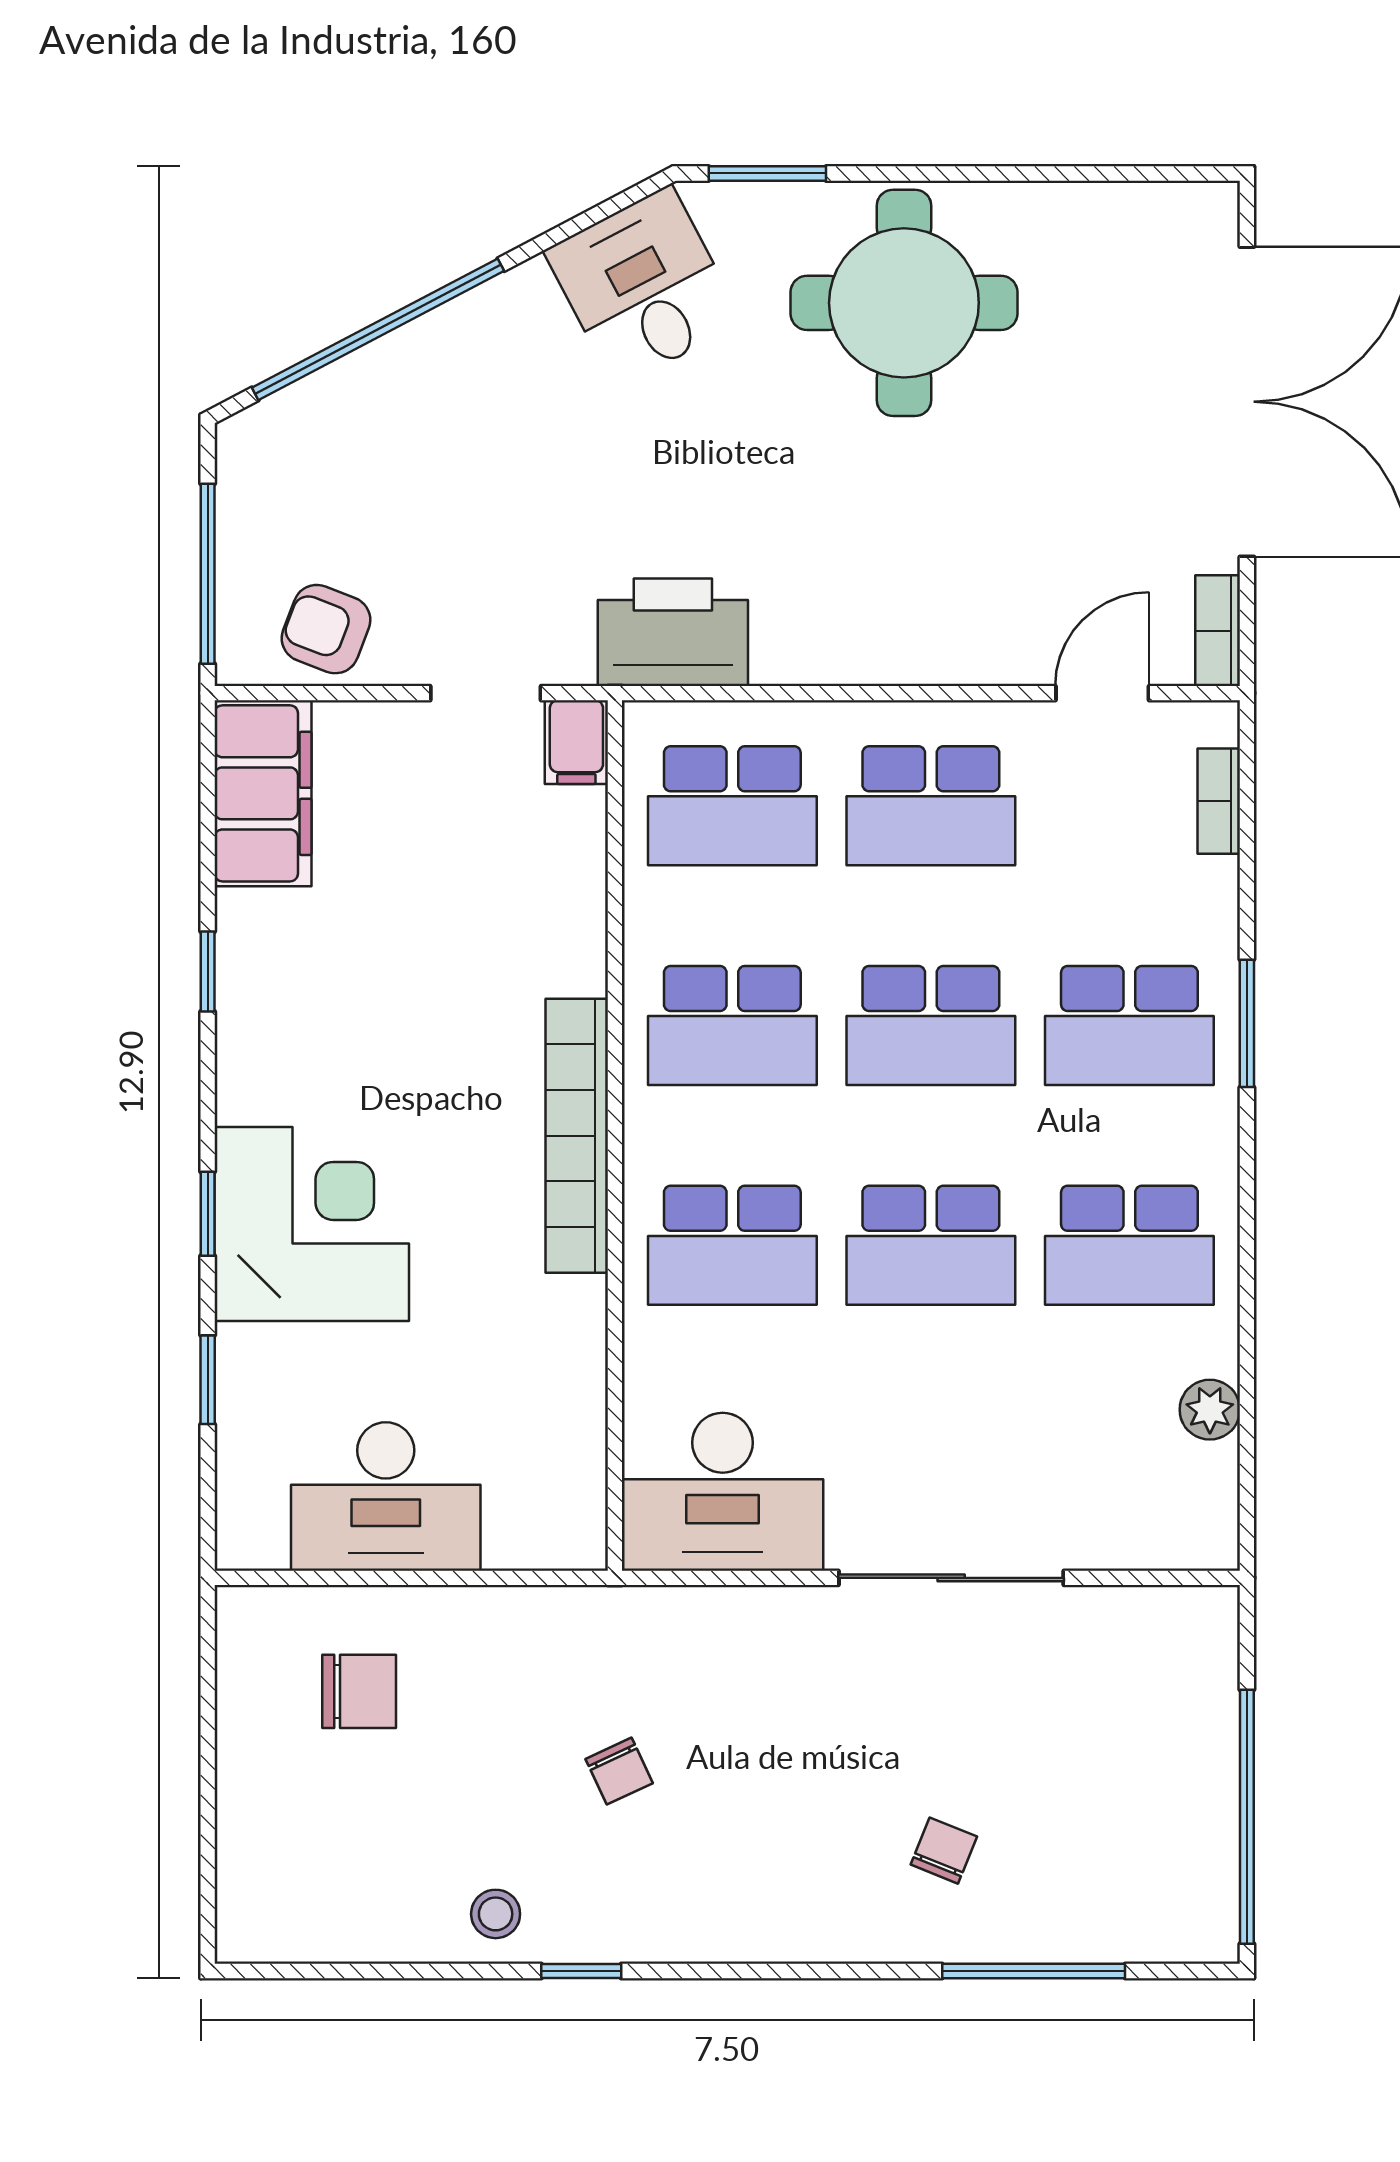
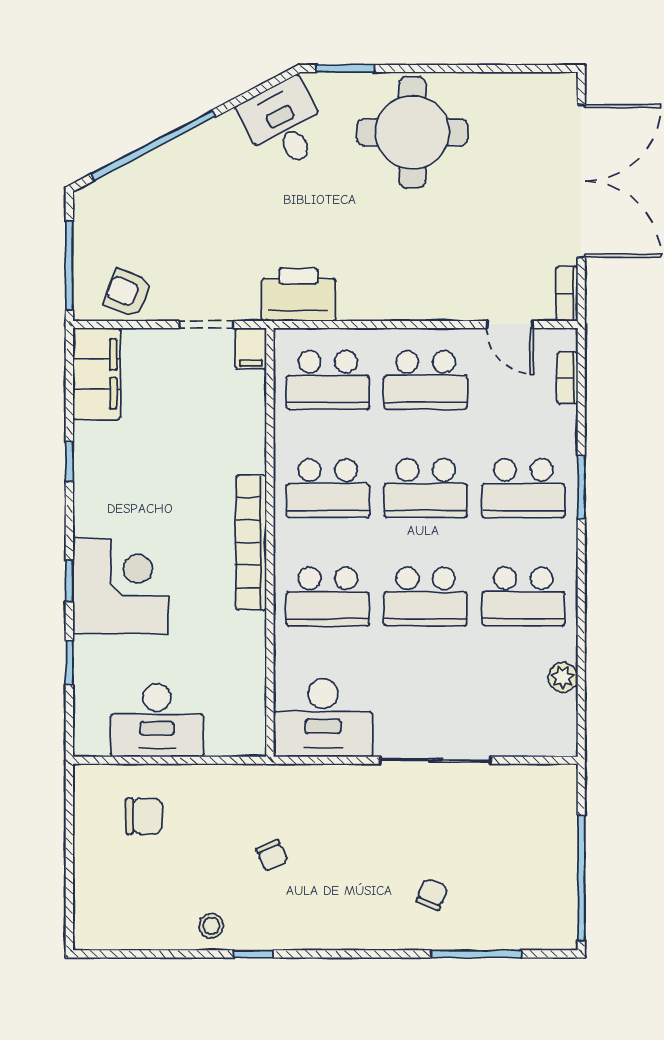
door: (1102, 693) -> (510, 324), swing flipped

